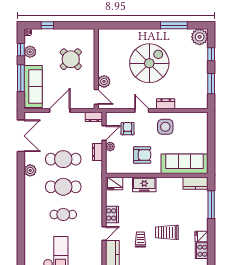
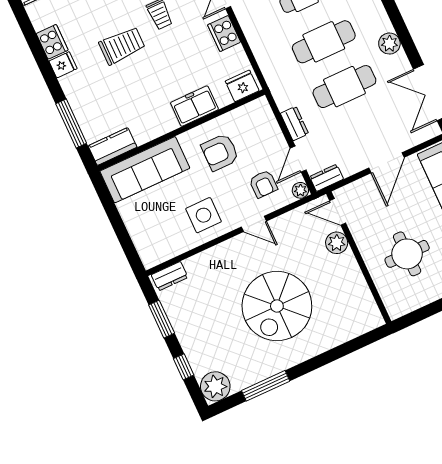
round table: (71, 59) -> (407, 254), turned 45
dresser: (166, 104) -> (170, 276), moved
plant: (110, 147) -> (300, 190), moved

